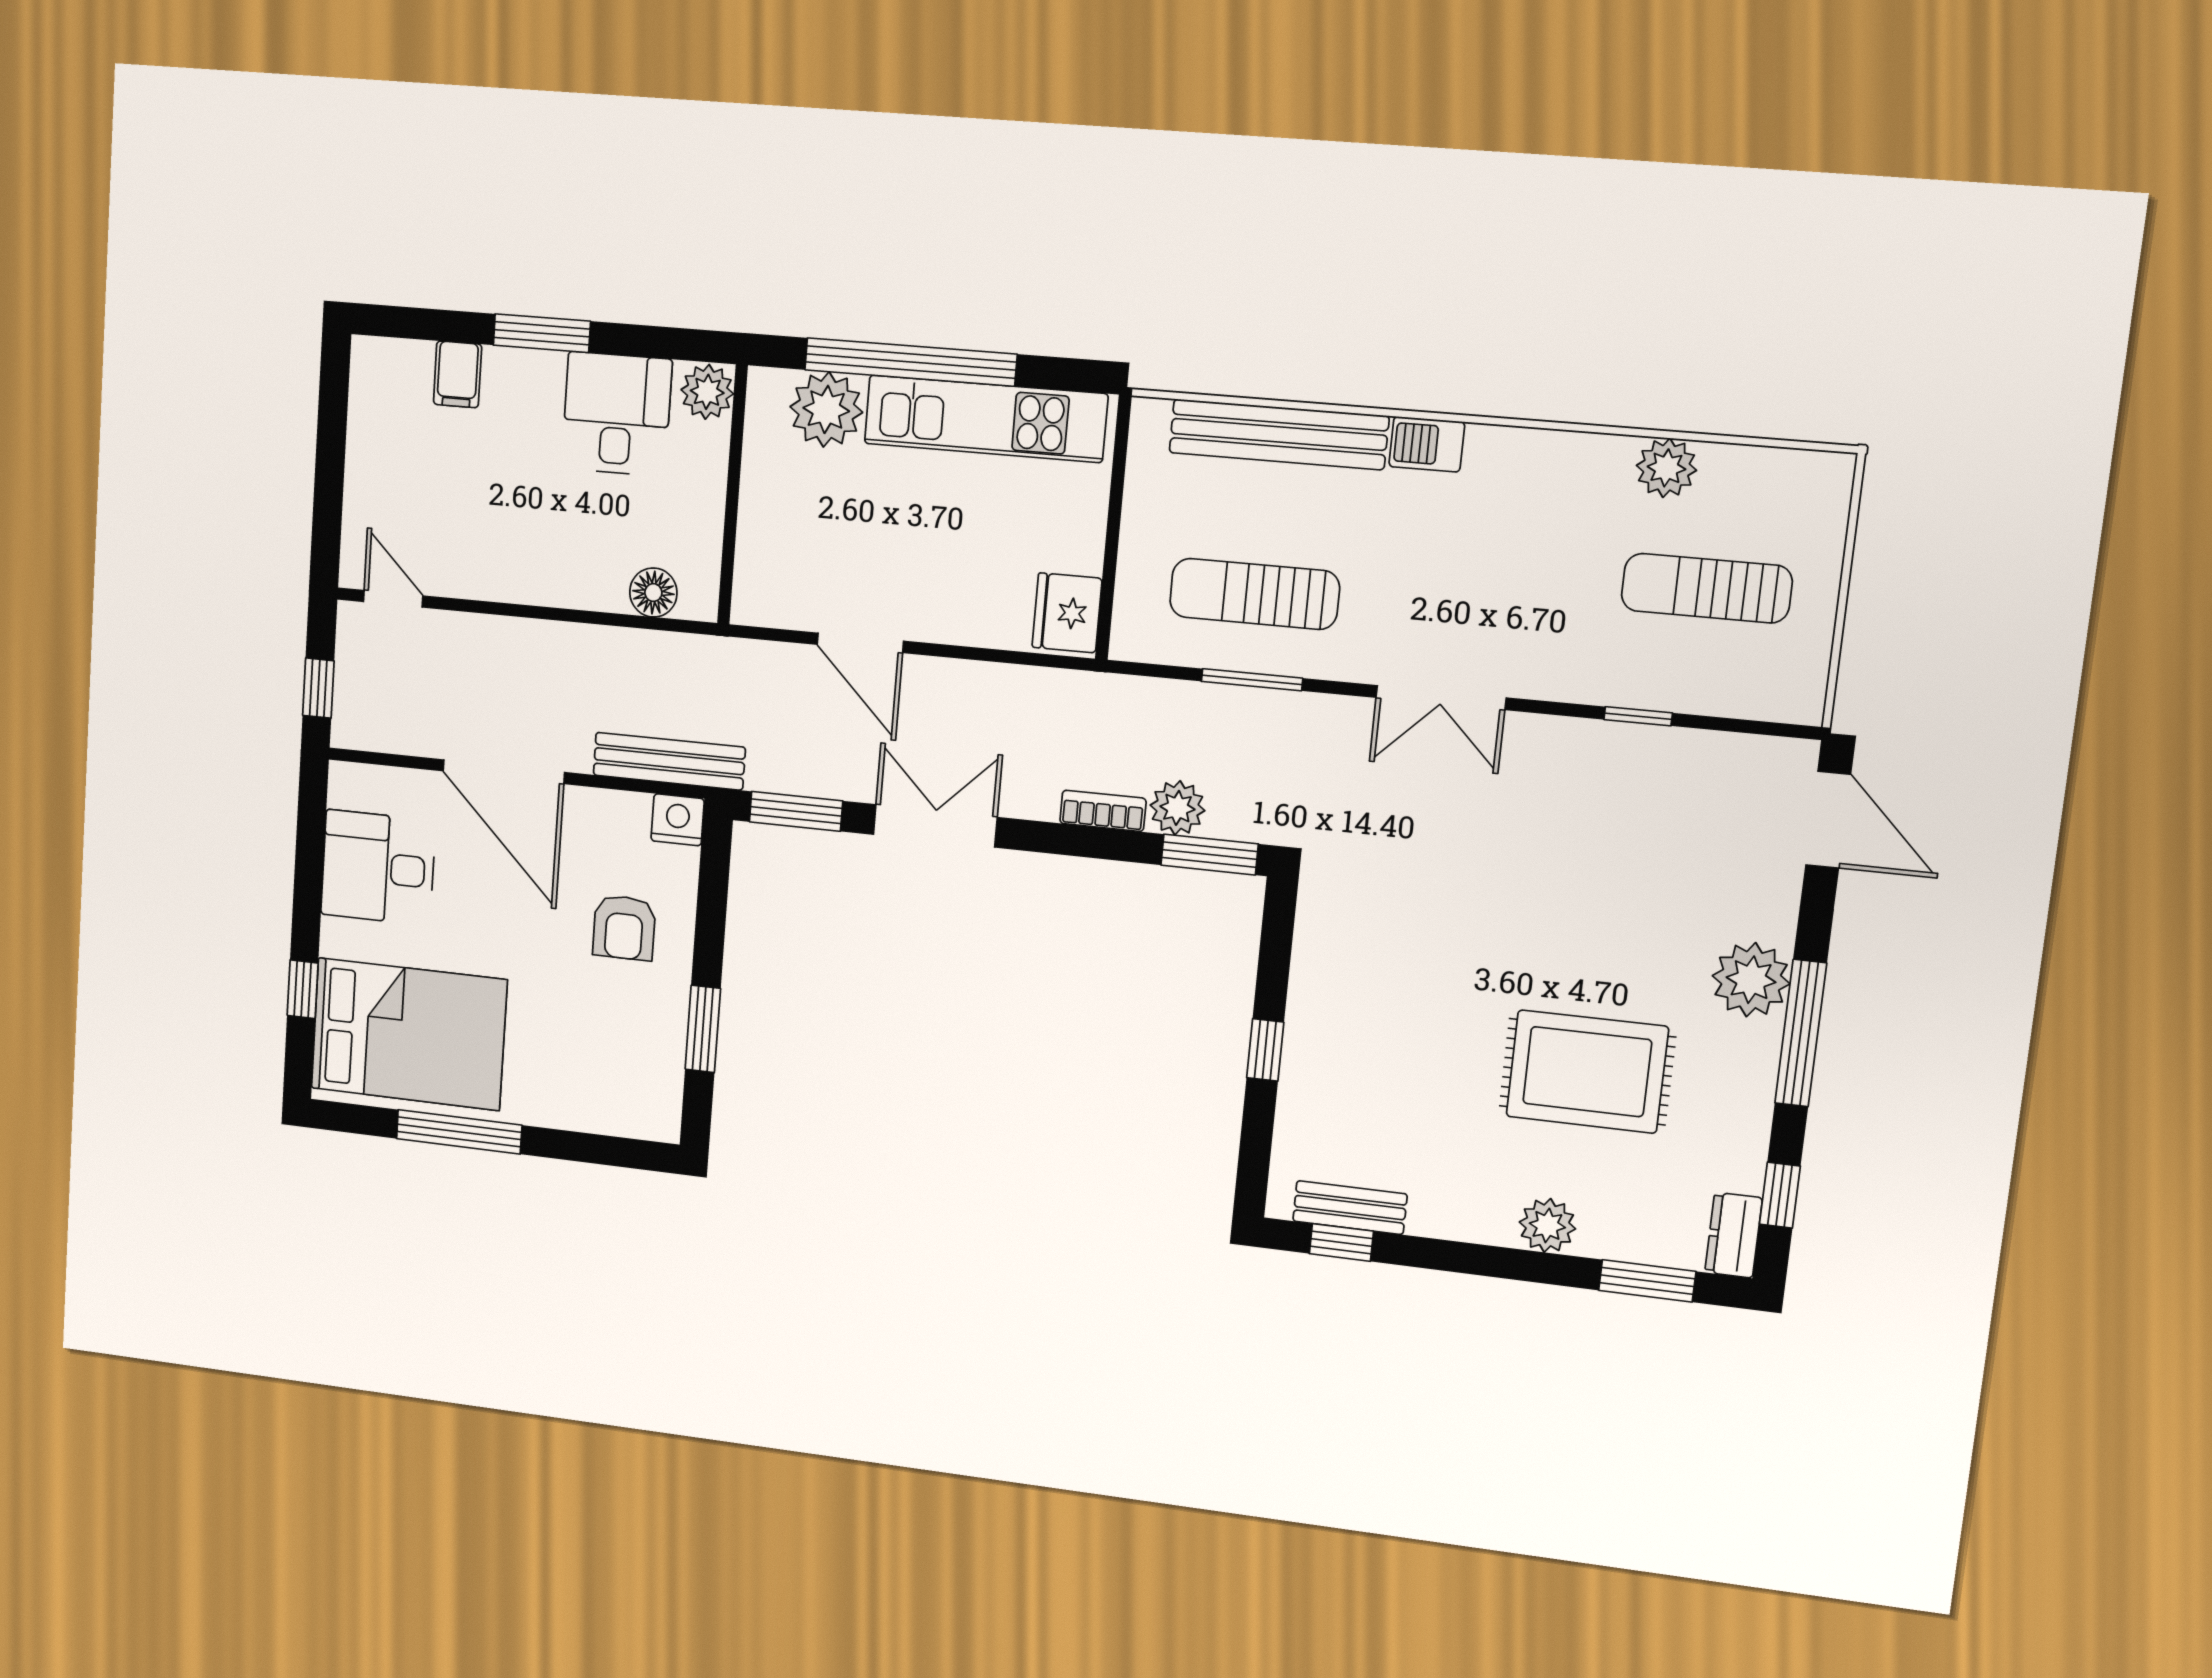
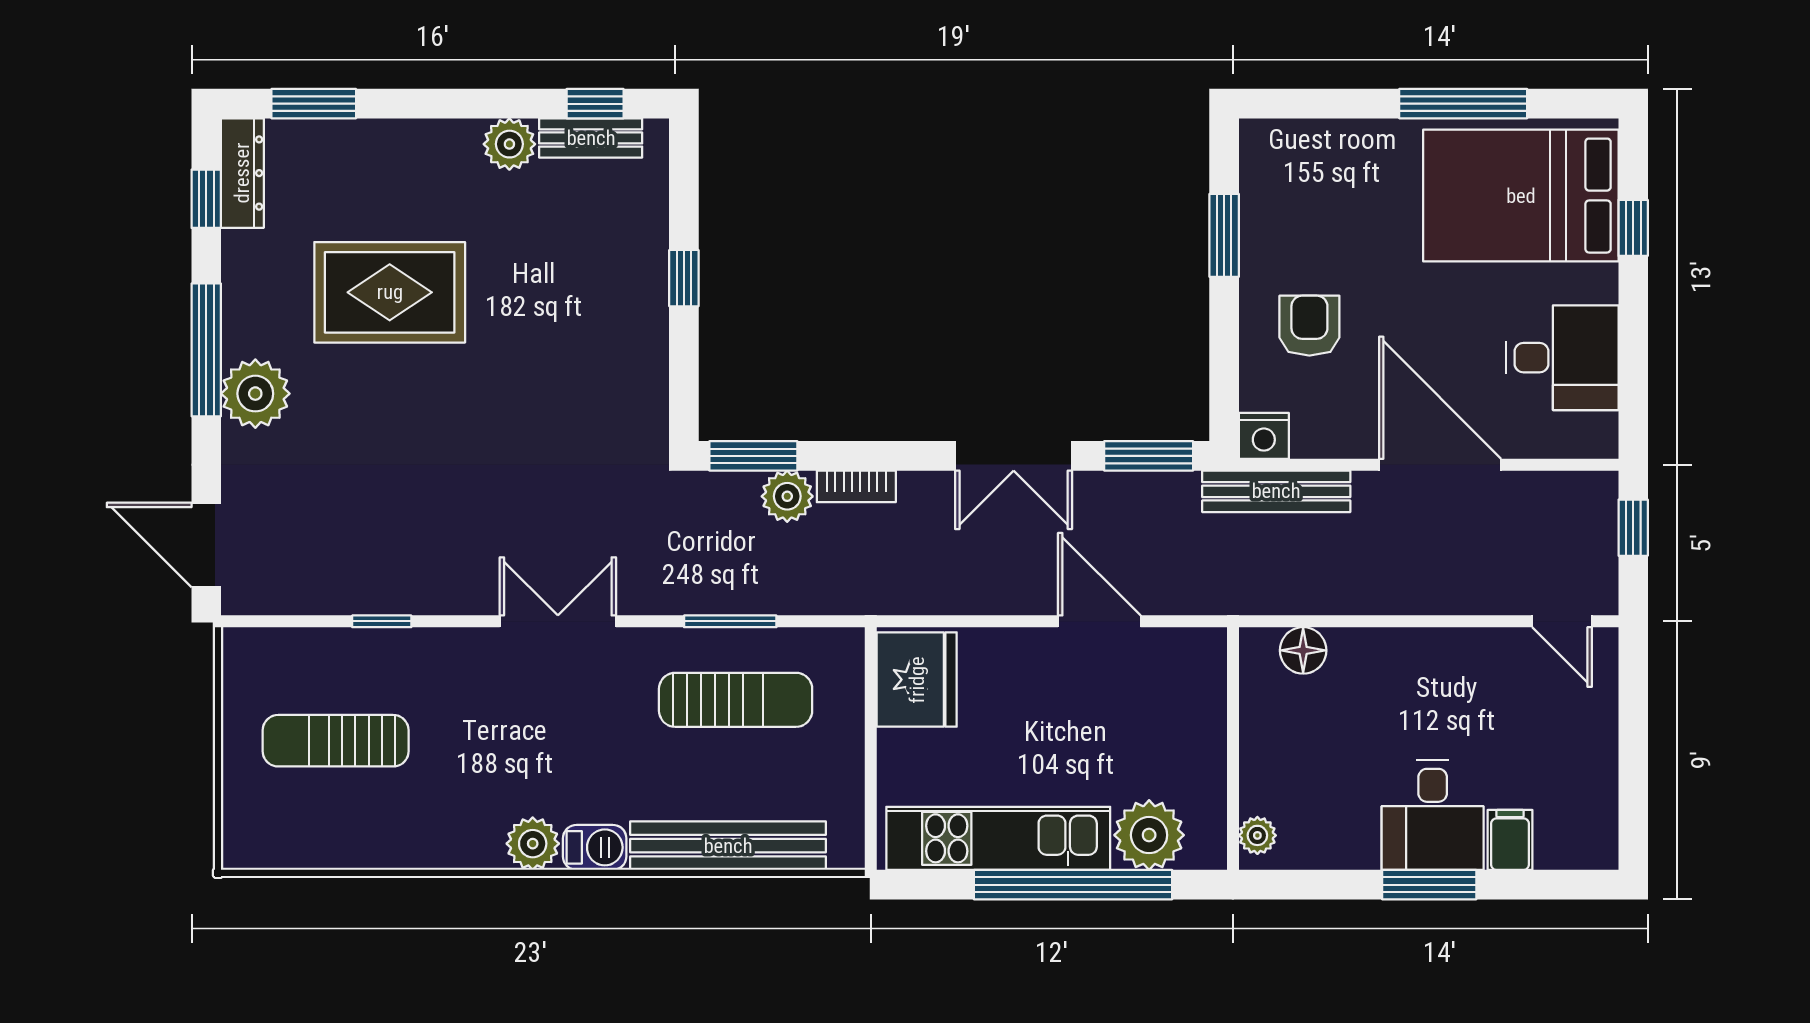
plant: (707, 392) -> (1257, 835), width x0.73, depth x0.73
desk: (617, 414) -> (1433, 815), moved
plant: (1666, 468) -> (533, 844), moved
sun lounger: (1707, 588) -> (336, 741), turned 180
fridge: (1067, 613) -> (917, 680), width x1.36, depth x1.34
plant: (1547, 1225) -> (509, 144), moved
dresser: (1734, 1235) -> (242, 173), width x1.44

